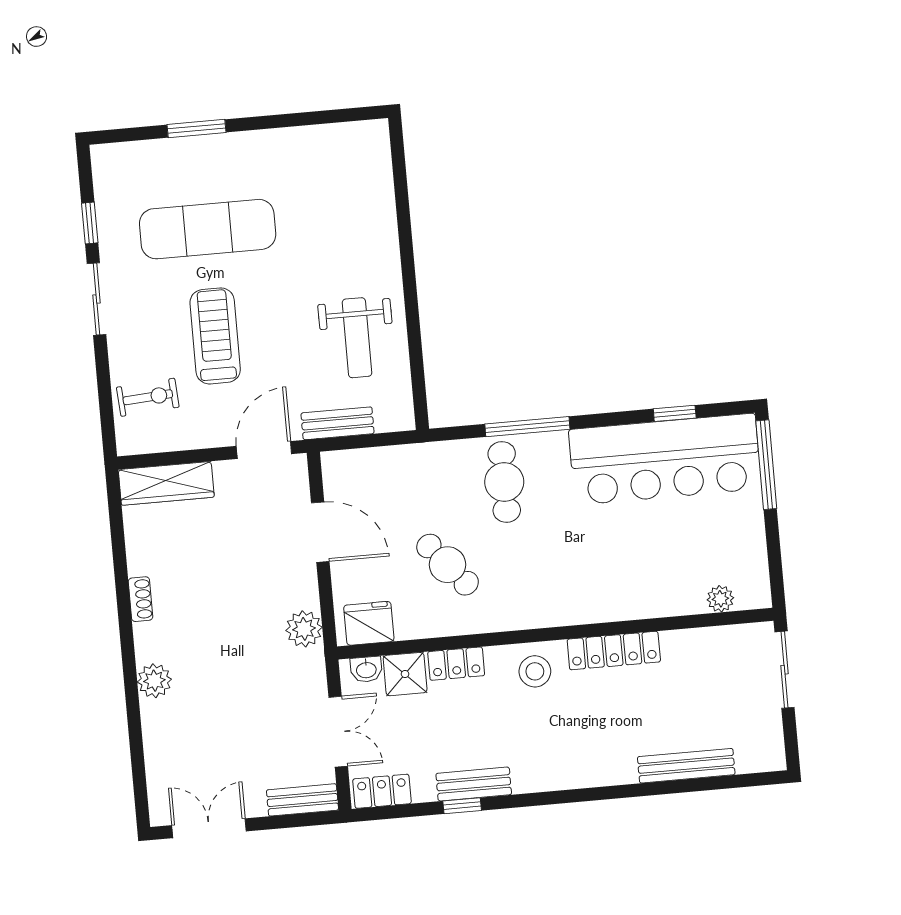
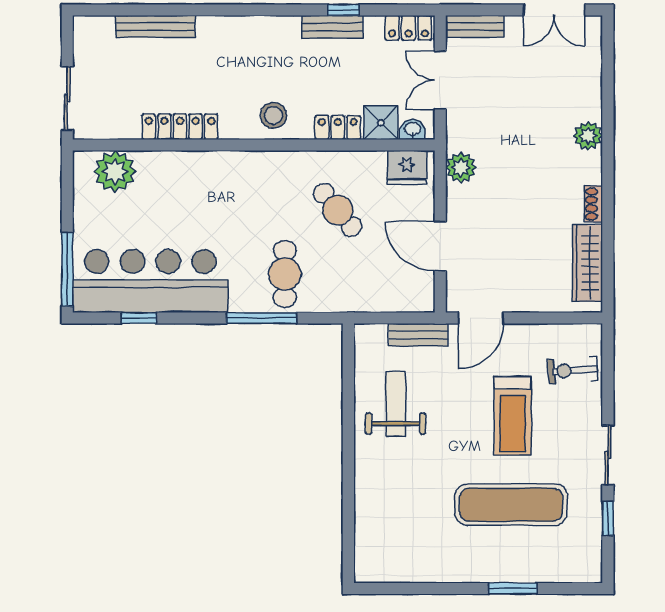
wardrobe: (166, 483) -> (588, 263), moved, turned -90
plant: (720, 599) -> (115, 171), width x1.88, depth x1.88
locker: (614, 651) -> (180, 127), moved

